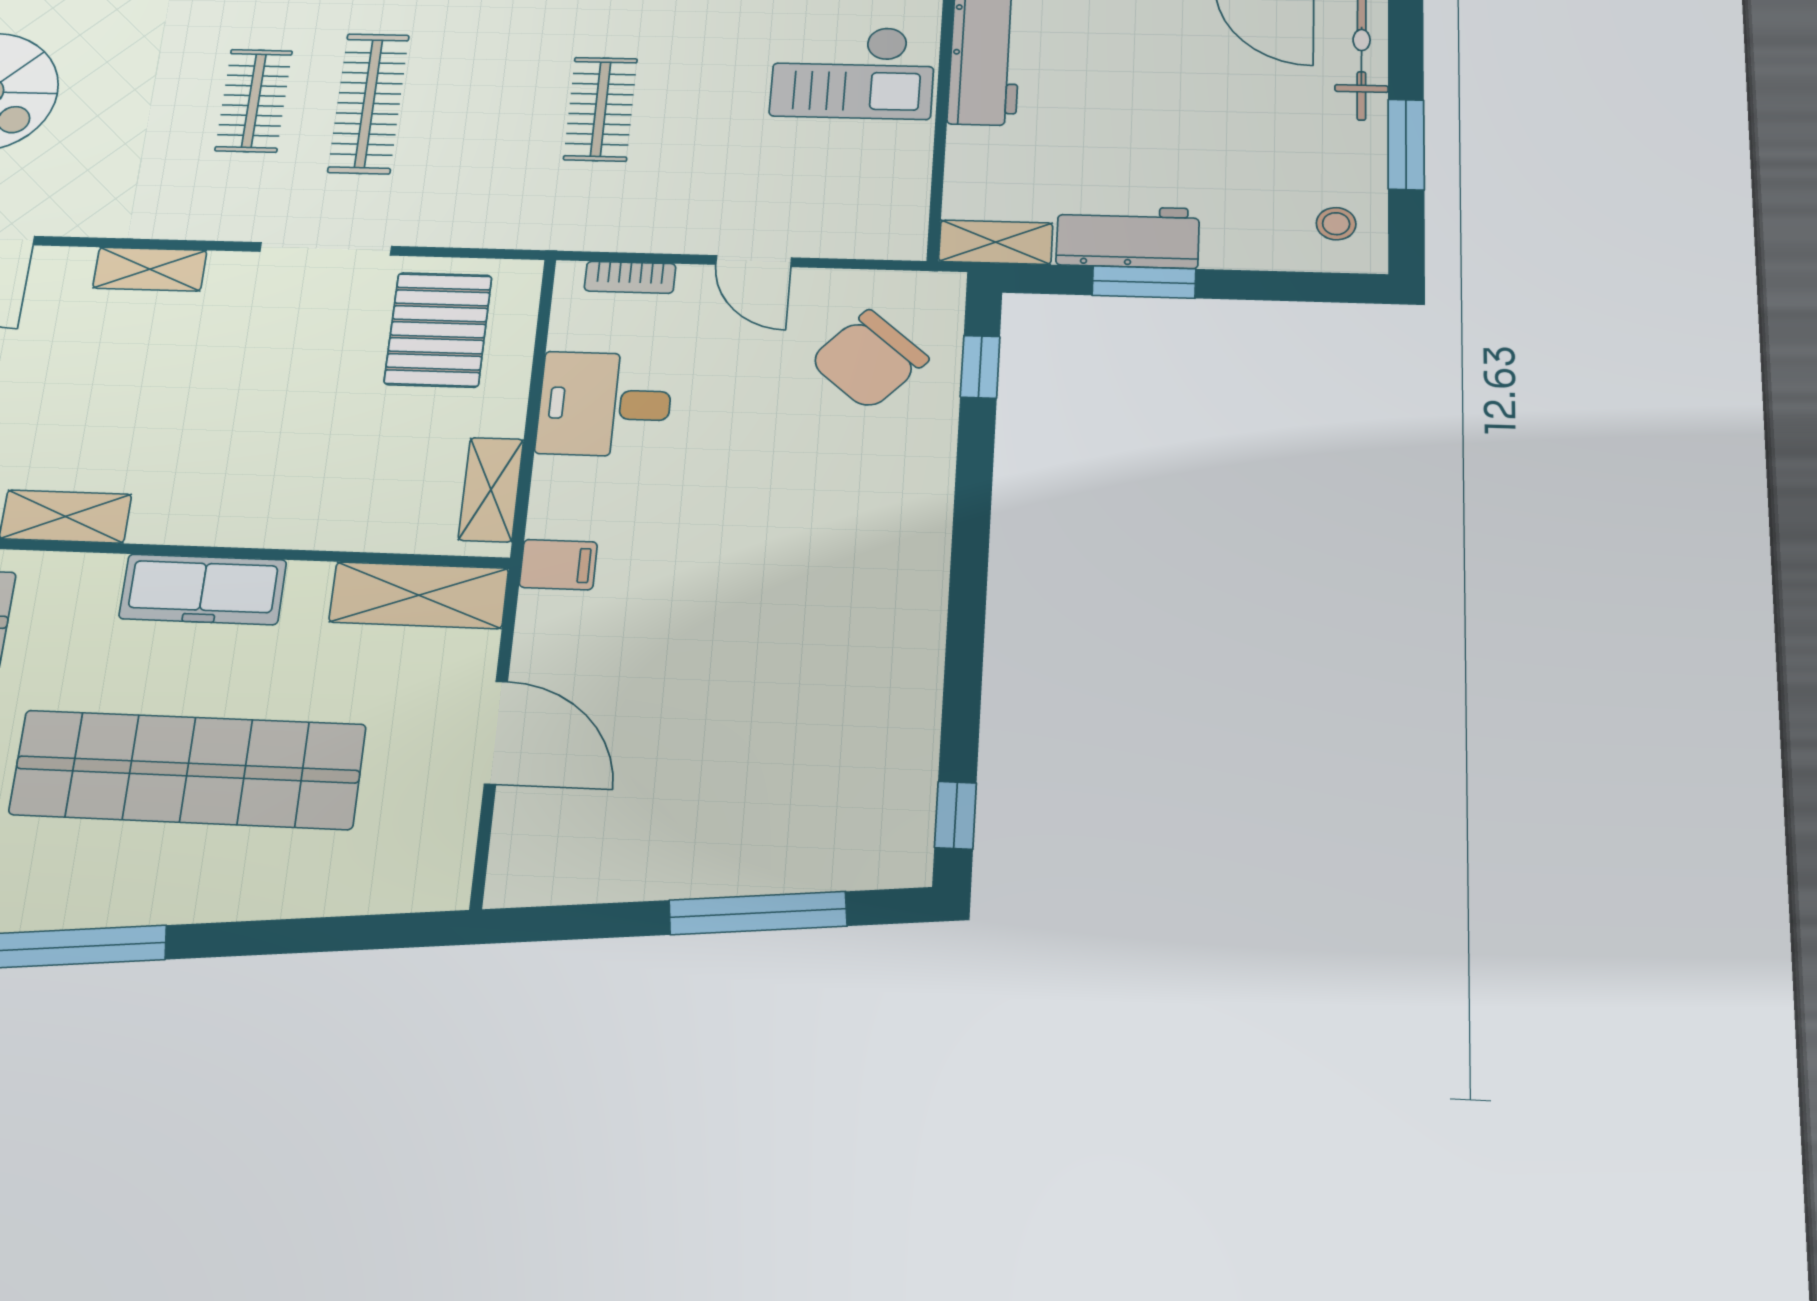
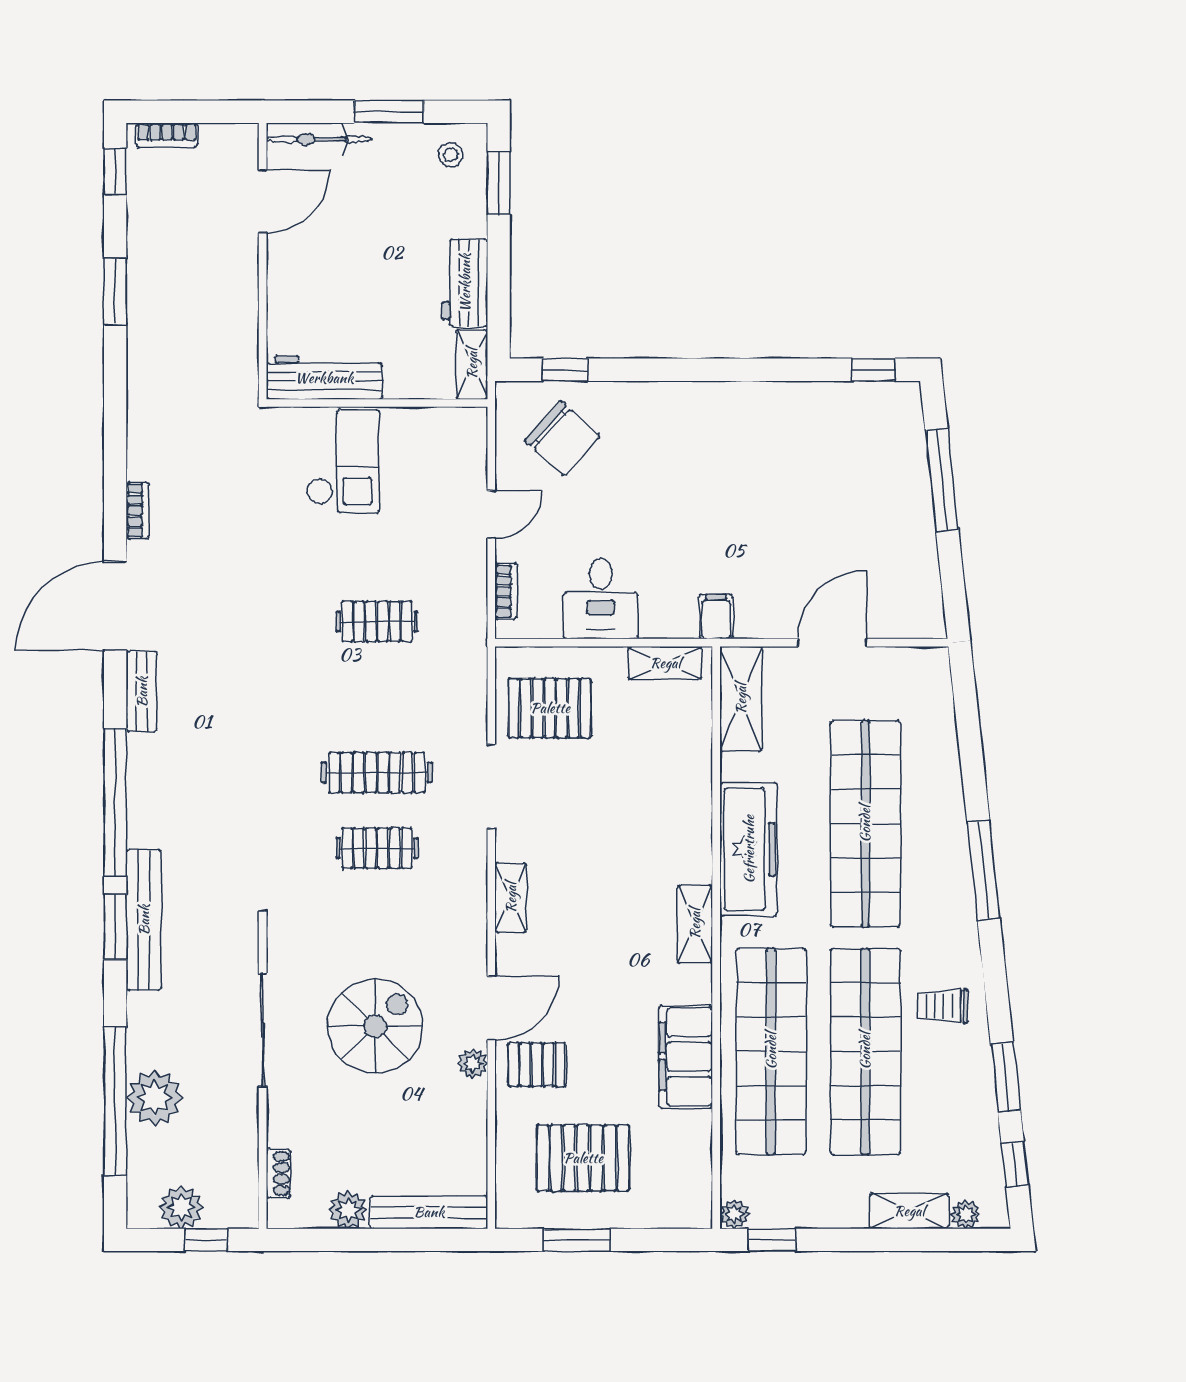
window: (1144, 282) -> (499, 183), moved
freezer: (203, 589) -> (749, 849), width x1.36, depth x1.26

